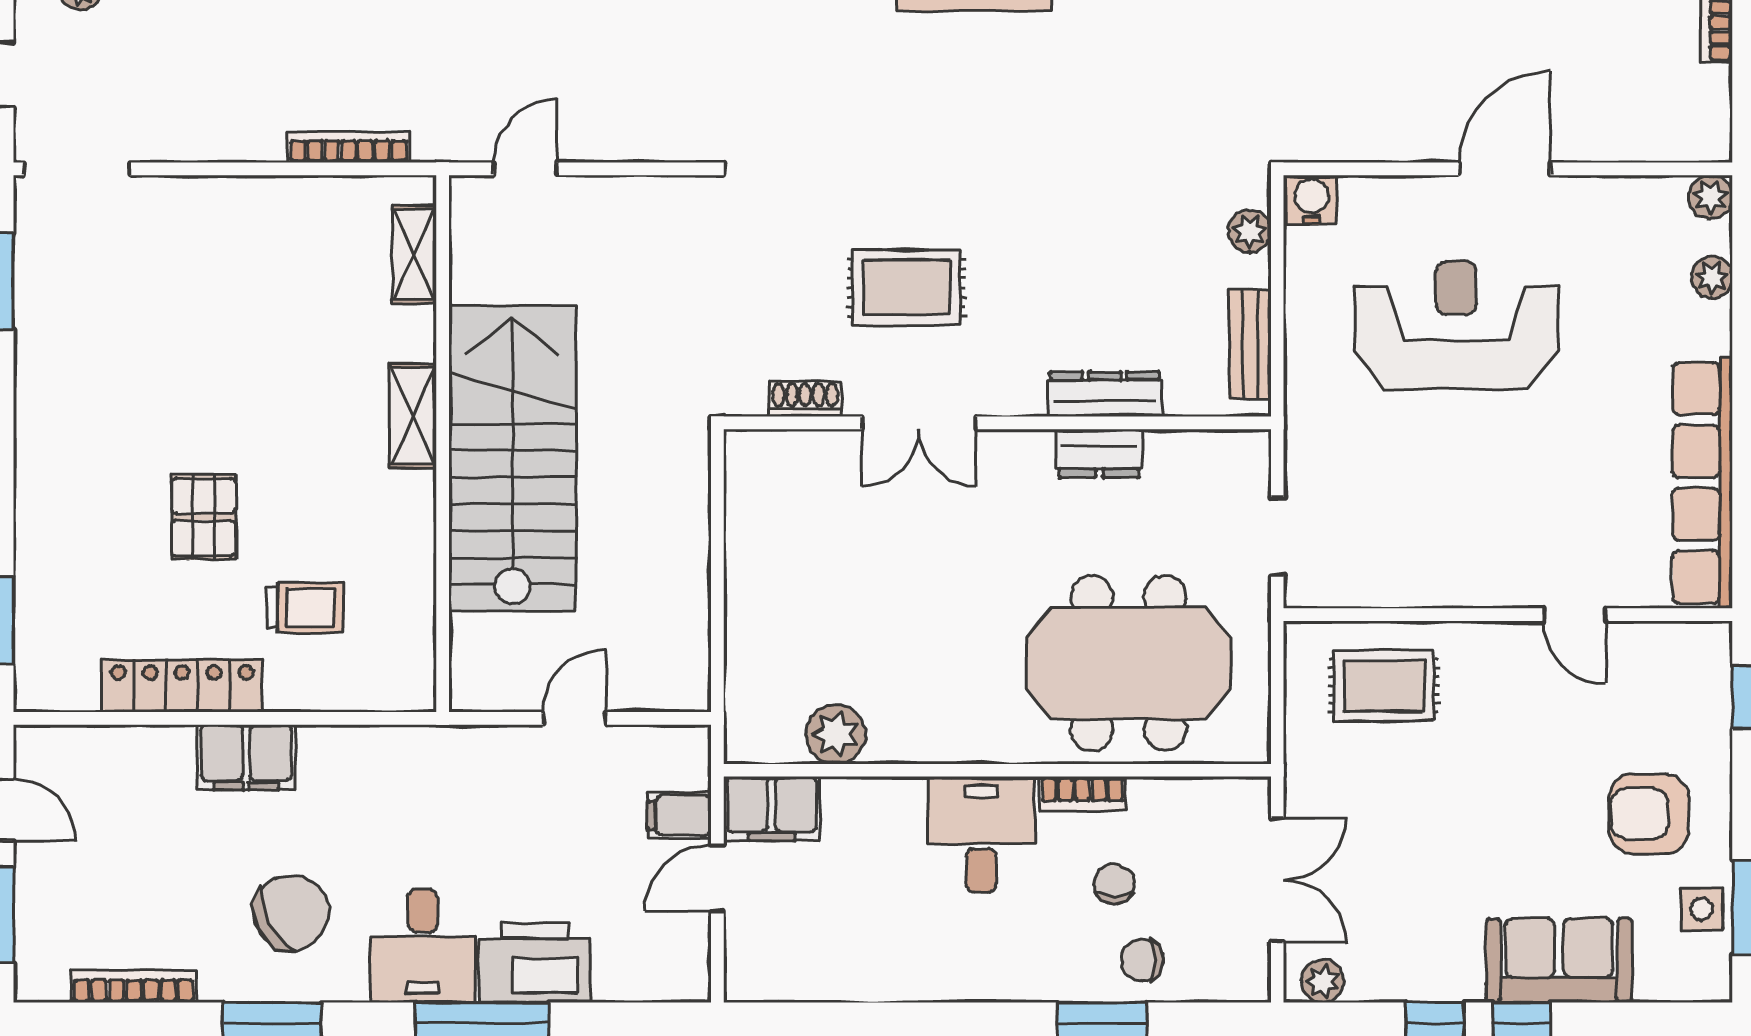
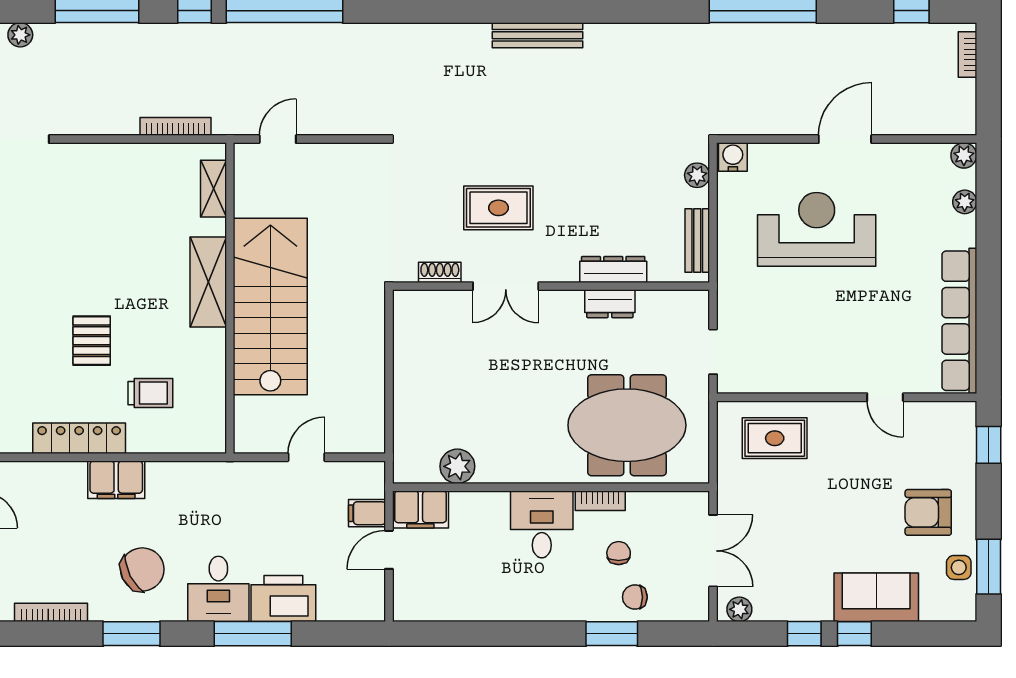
shelving: (413, 416) -> (208, 282), width x1.50, depth x1.33

